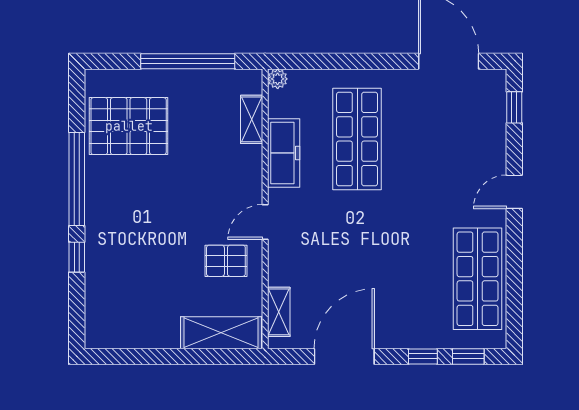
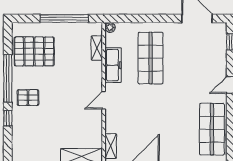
pallet: (226, 261) -> (28, 98), moved

